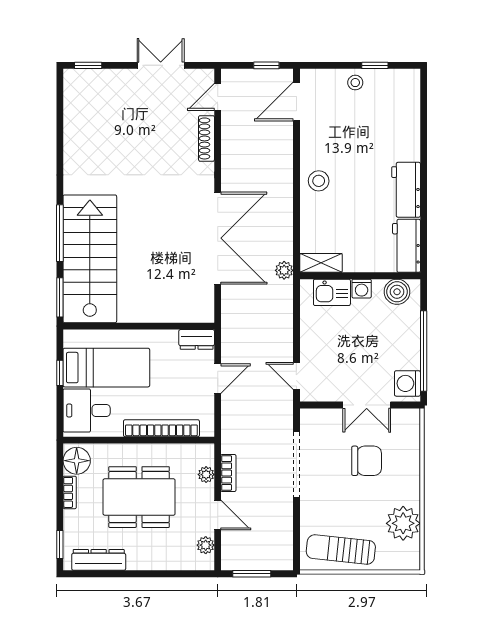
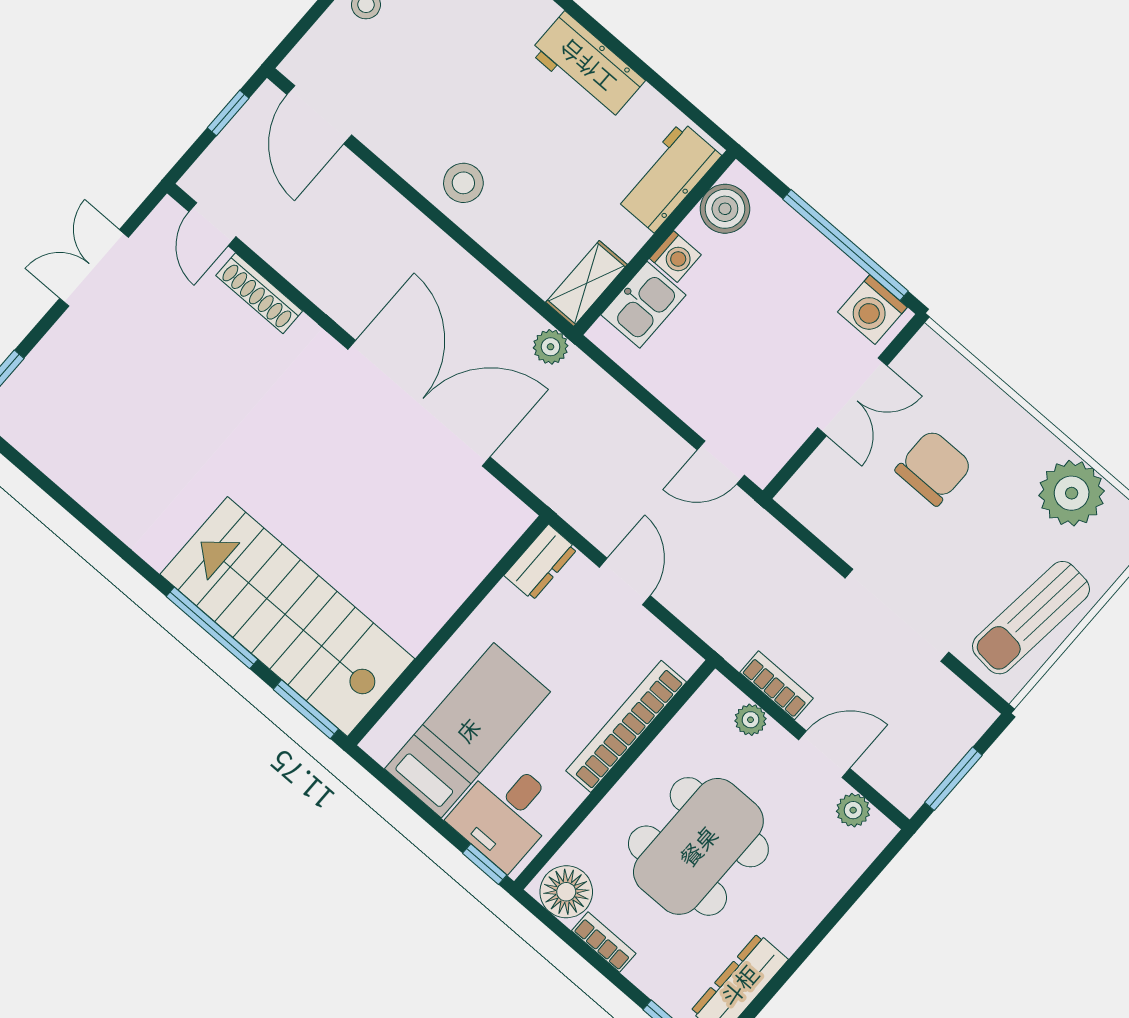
workbench: (406, 246) -> (668, 177), moved, turned 90
window: (60, 373) -> (485, 864), moved
doorway: (296, 464) -> (897, 615), moved

